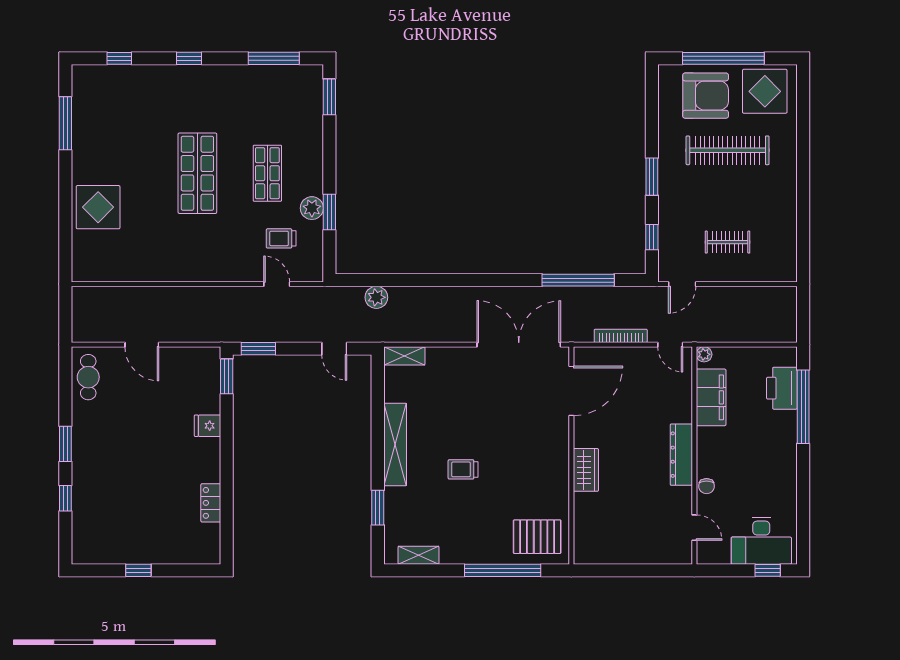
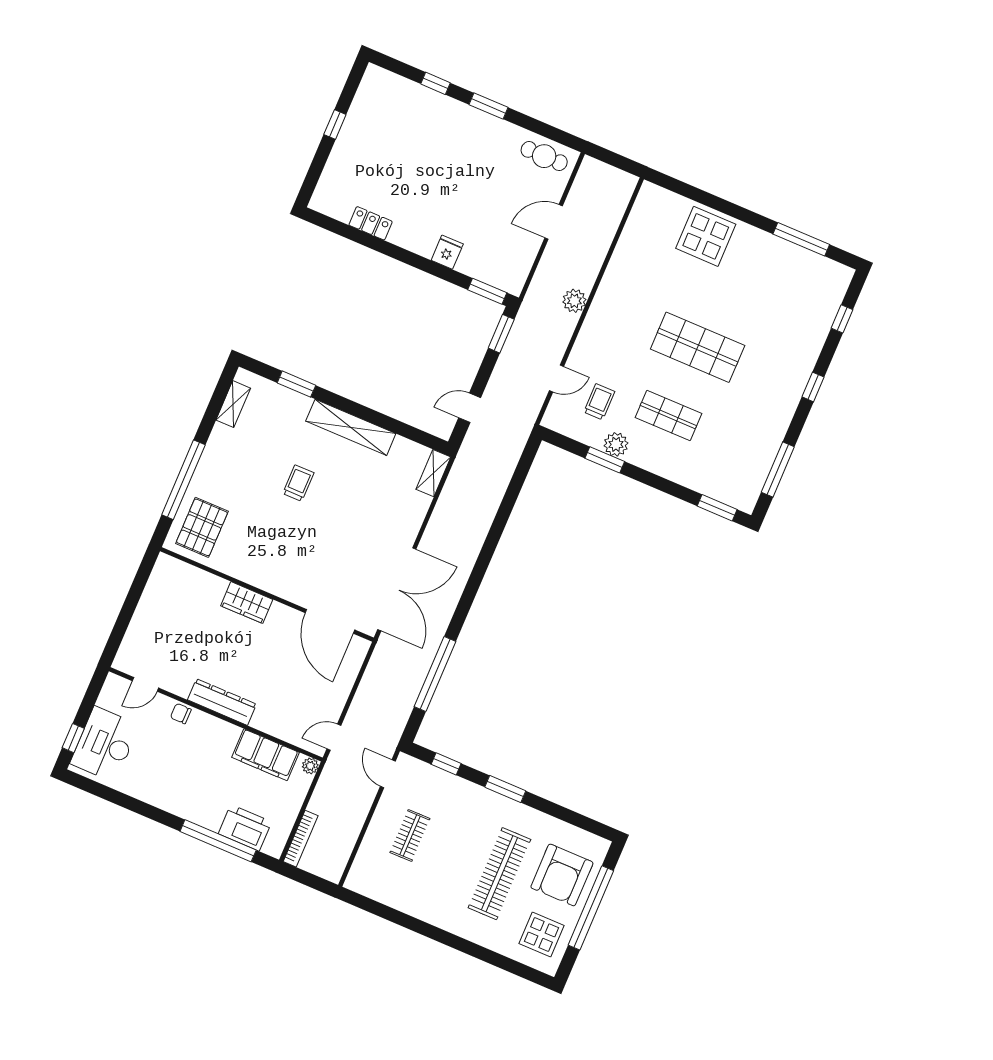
display table: (765, 91) -> (542, 934), width x0.73, depth x0.73
plant: (376, 297) -> (574, 301), moved
bookcase: (621, 336) -> (301, 839), moved

